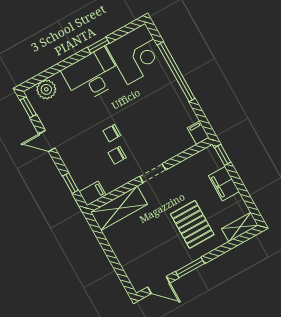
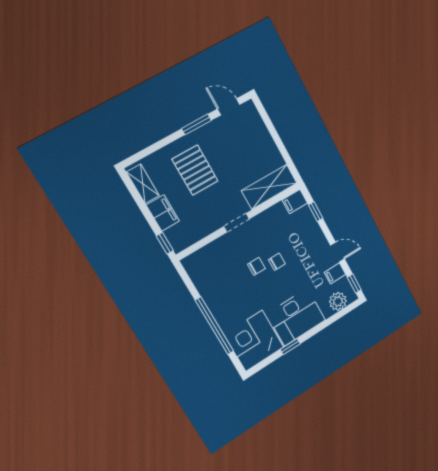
filing cabinet: (198, 133) -> (335, 273), moved, turned 90
chair: (117, 155) -> (256, 266), moved
shelving: (240, 227) -> (143, 184), moved, turned 90

